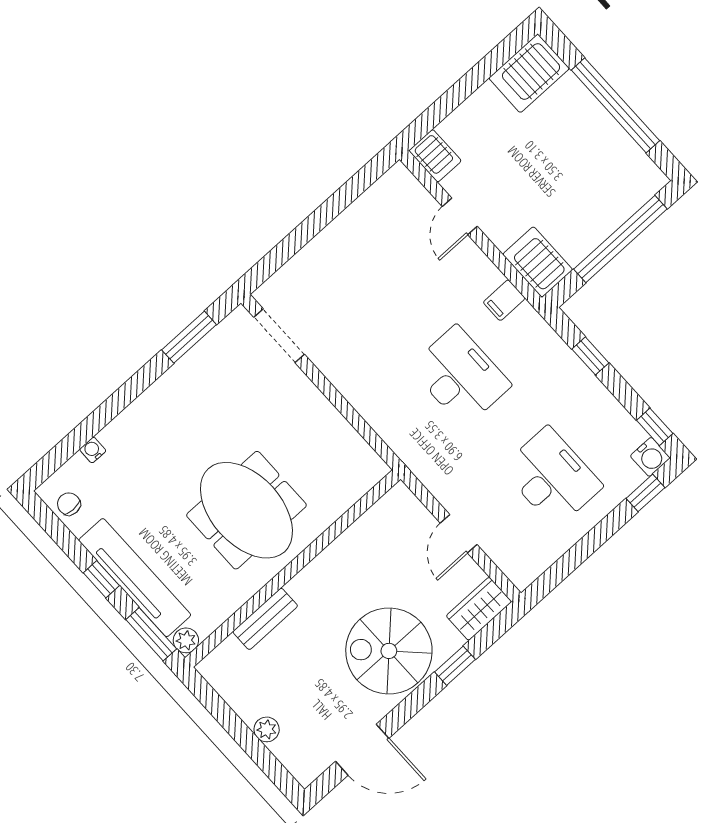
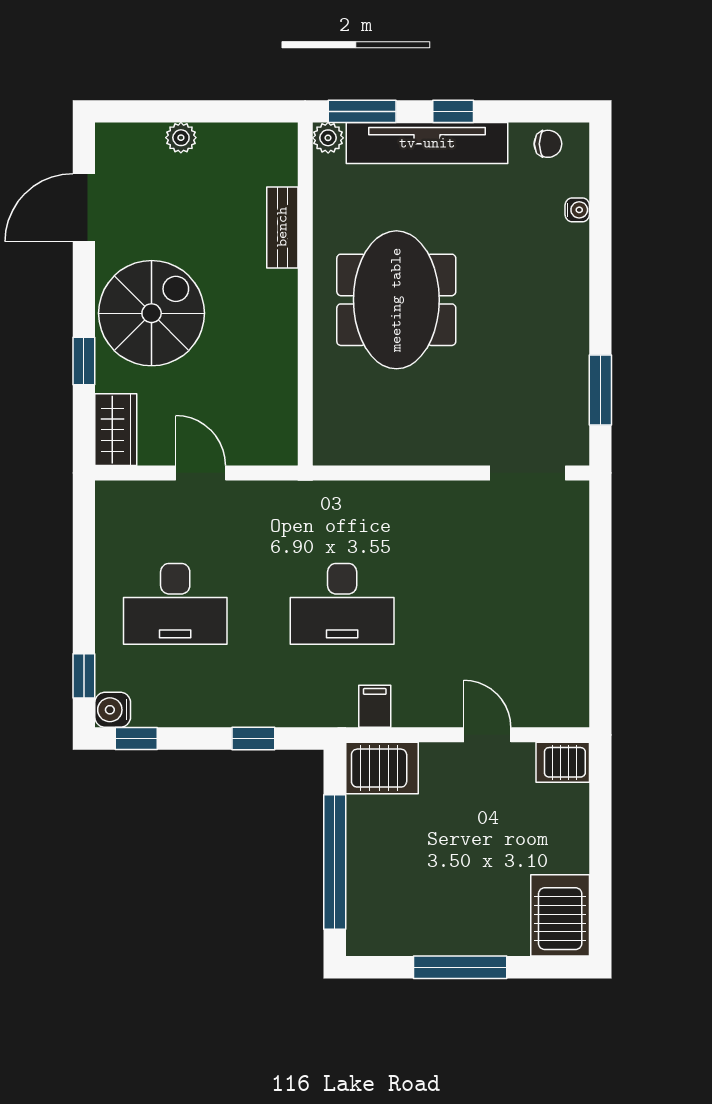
window: (615, 105) -> (460, 967), width x0.68
meeting table: (246, 510) -> (396, 300), turned 90

